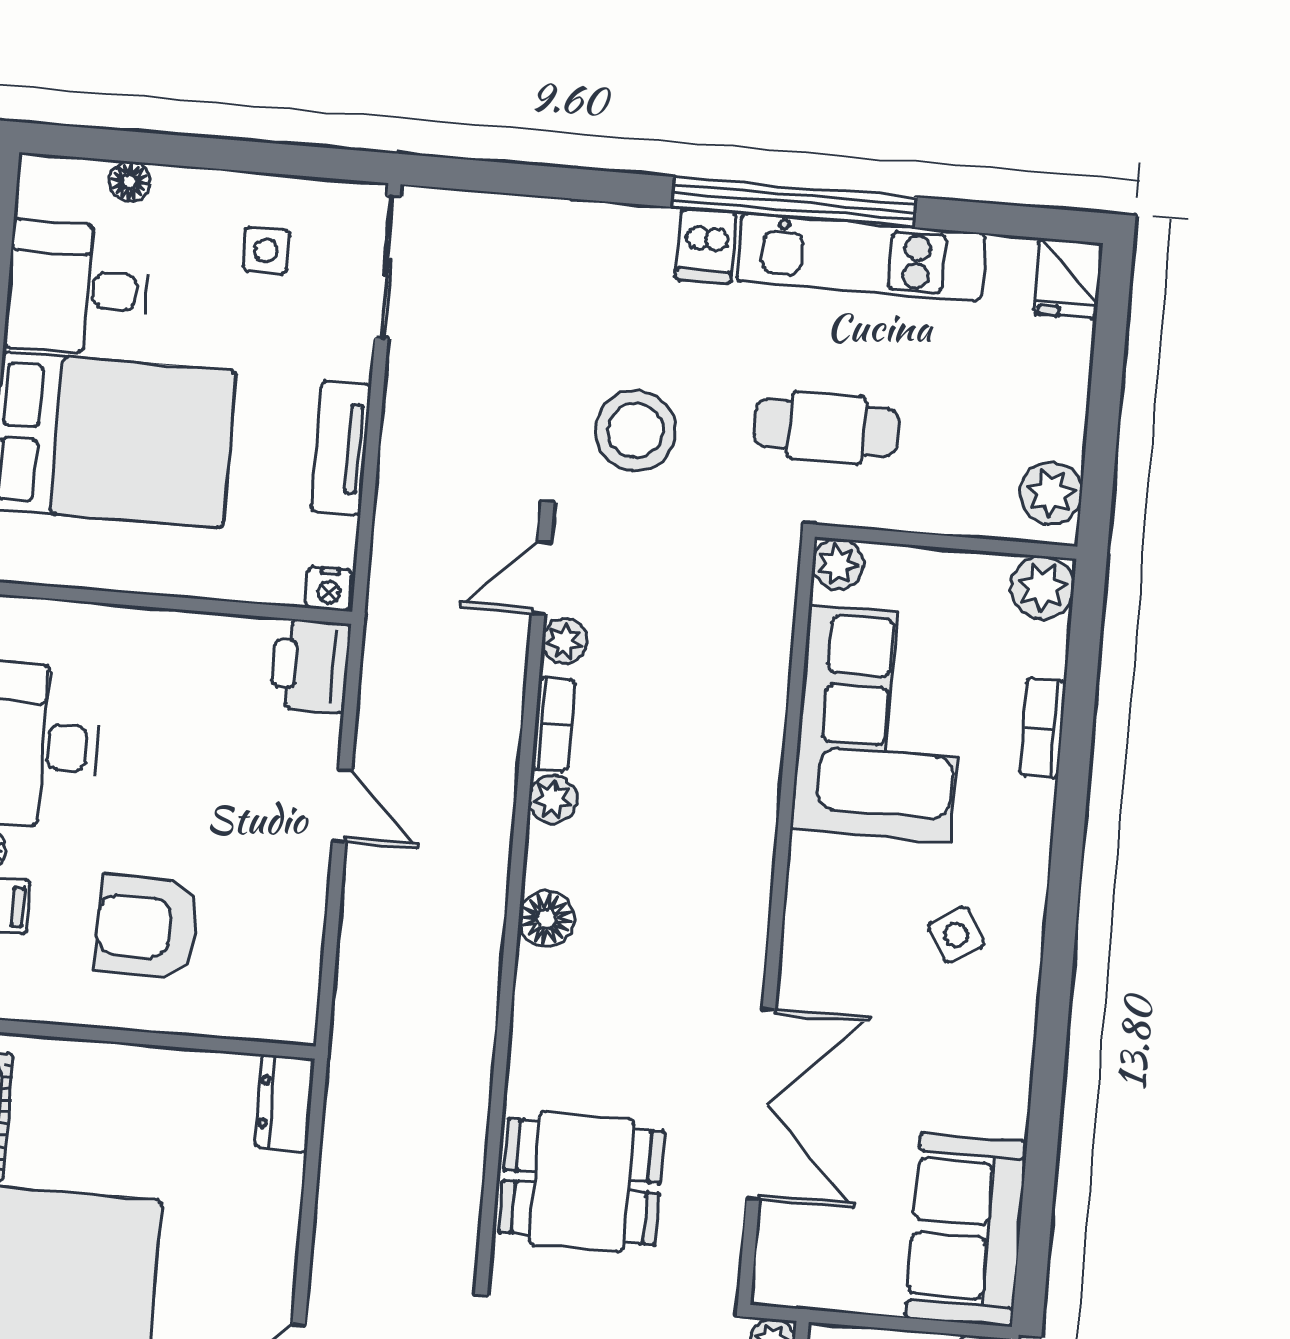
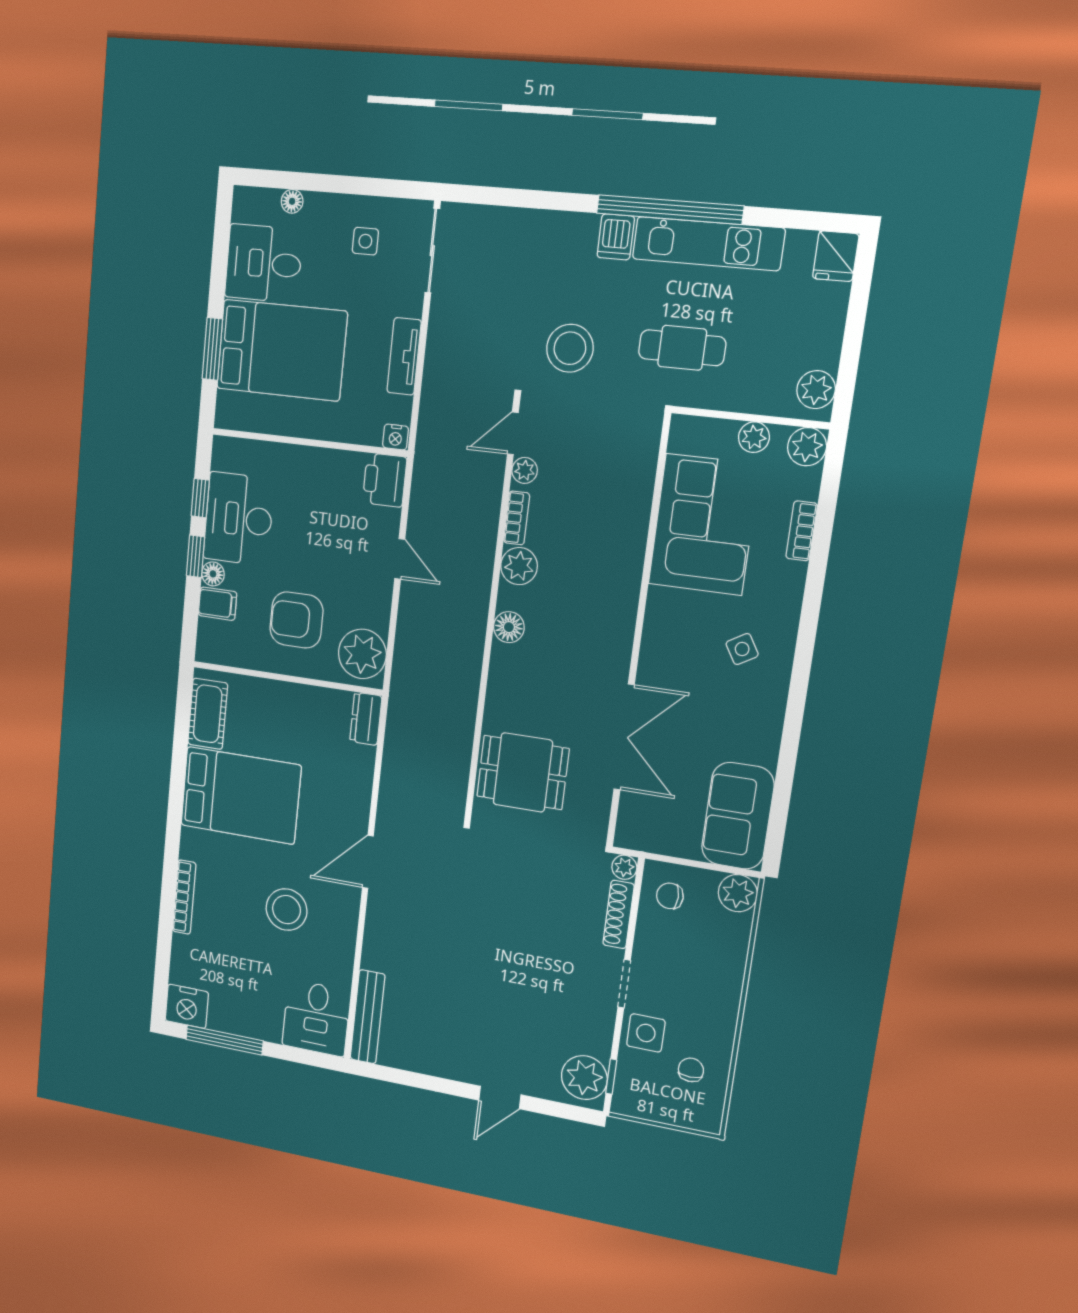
plant: (838, 564) -> (754, 437), moved
plant: (553, 799) -> (519, 566), width x1.38, depth x1.38
plant: (275, 983) -> (362, 654), added

